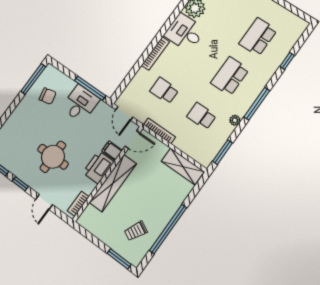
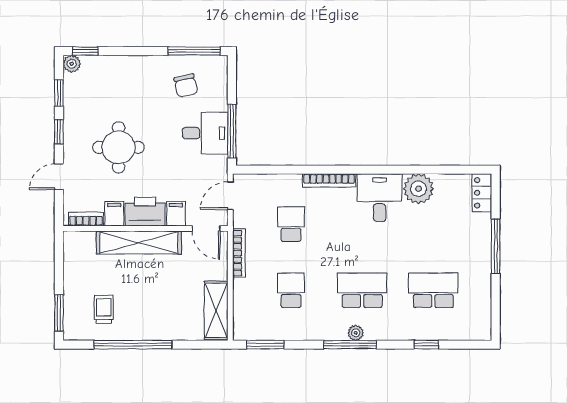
plant: (235, 120) -> (356, 333), moved
filing cabinet: (87, 186) -> (114, 214), added
trolley: (136, 231) -> (104, 309), turned 63

